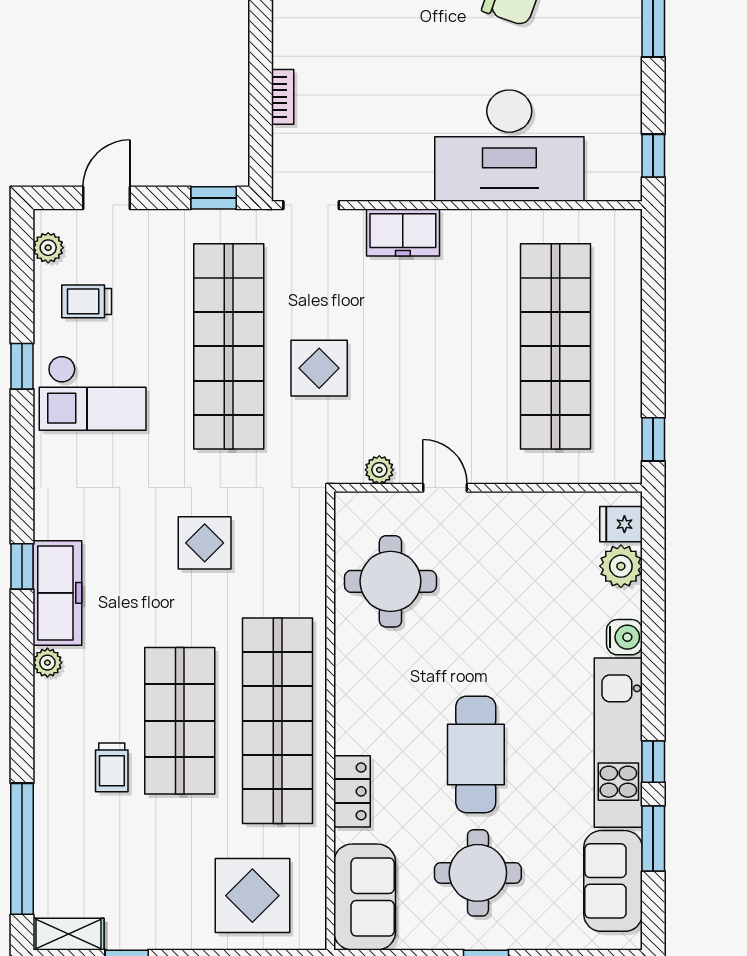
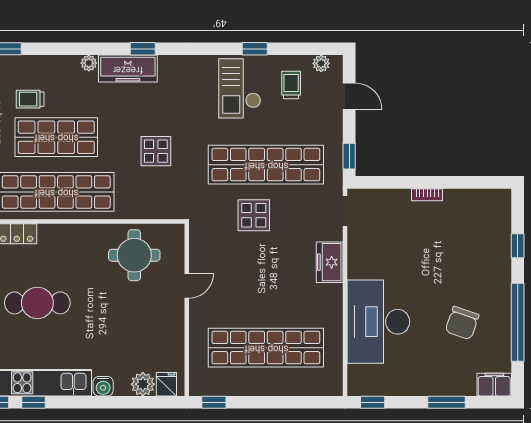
bookcase: (283, 97) -> (427, 195), moved
plant: (379, 470) -> (197, 249), removed

